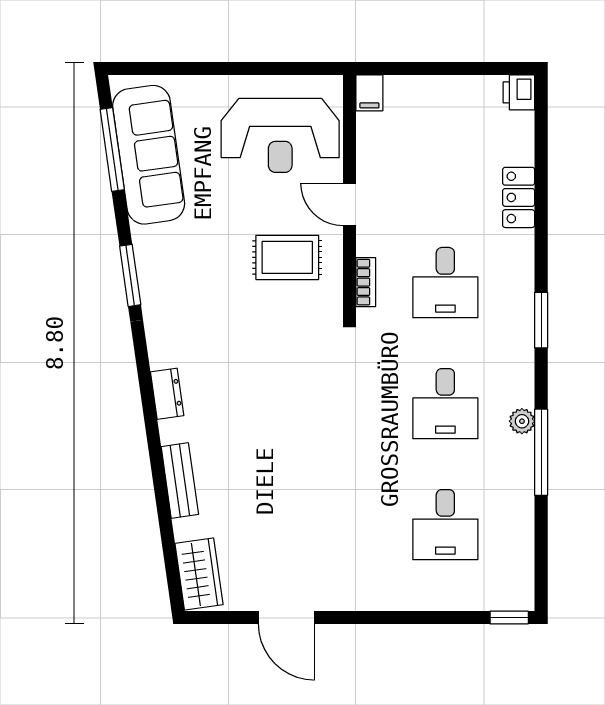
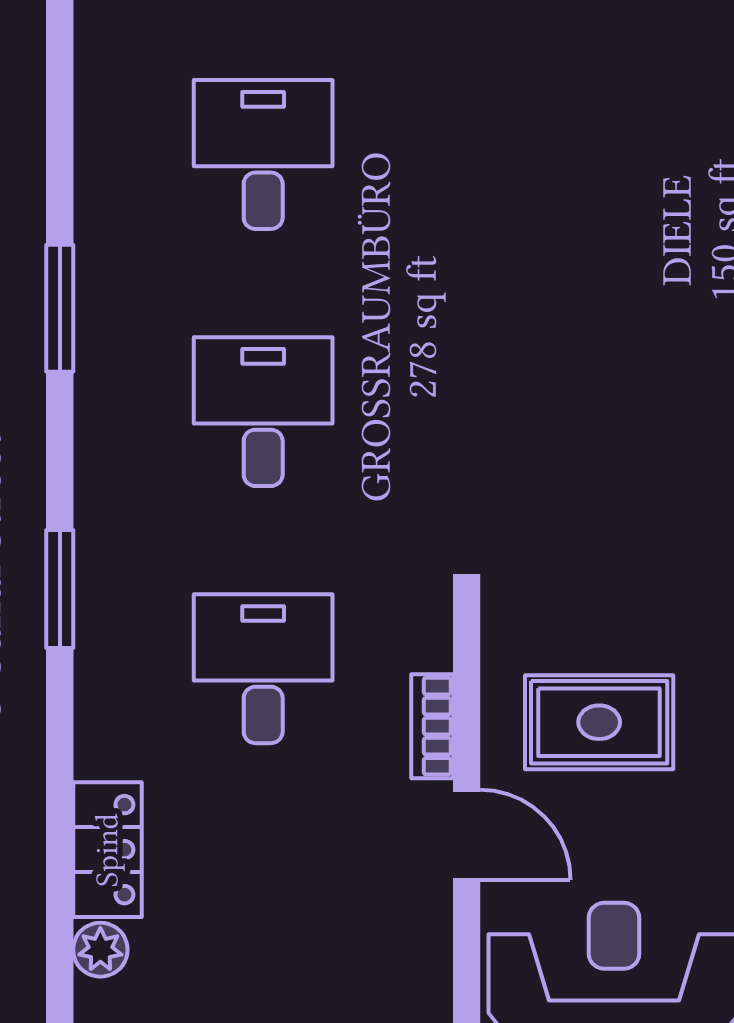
bookcase: (366, 282) -> (432, 726), moved
plant: (522, 421) -> (100, 950), moved
window: (541, 452) -> (60, 308), width x0.69

